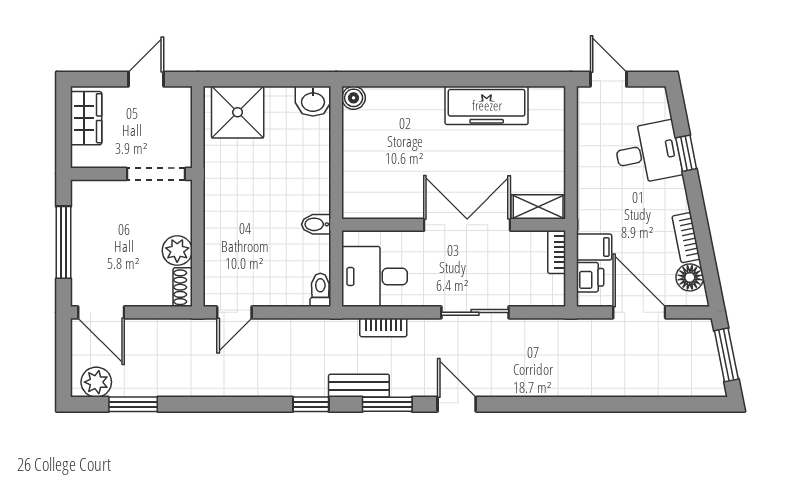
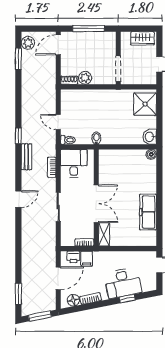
desk: (648, 153) -> (123, 283), width x1.37
door: (234, 312) -> (58, 122), moved
window: (387, 404) -> (18, 294), moved

